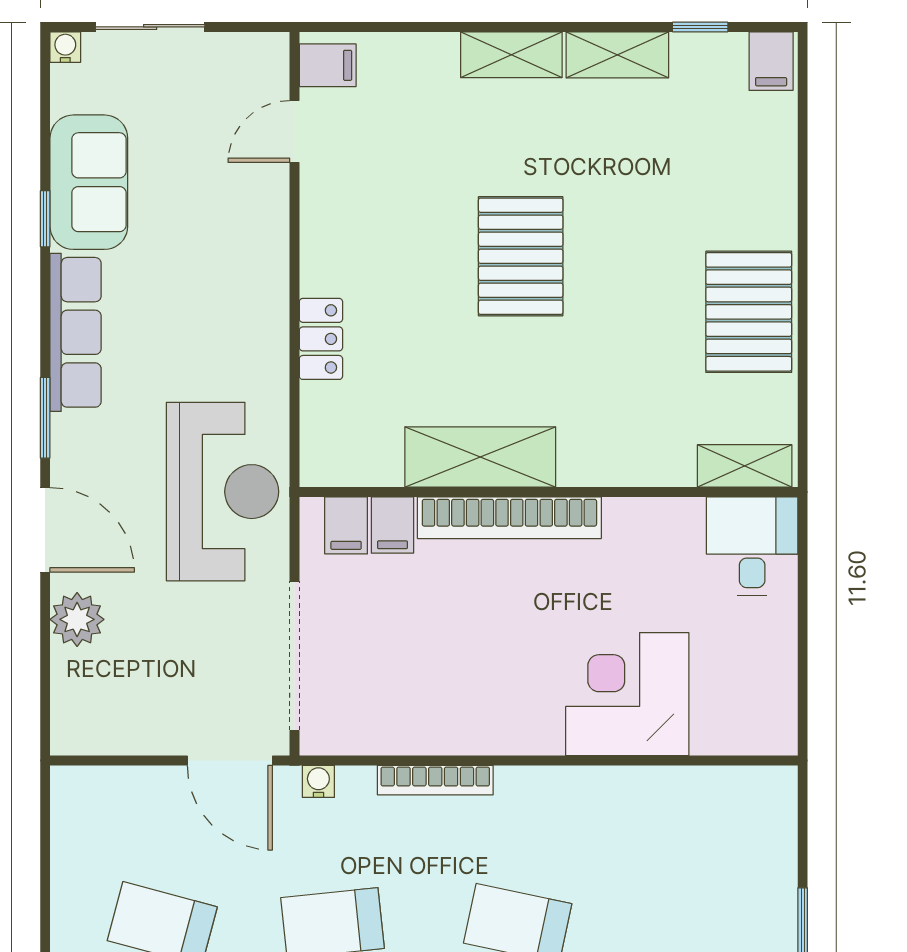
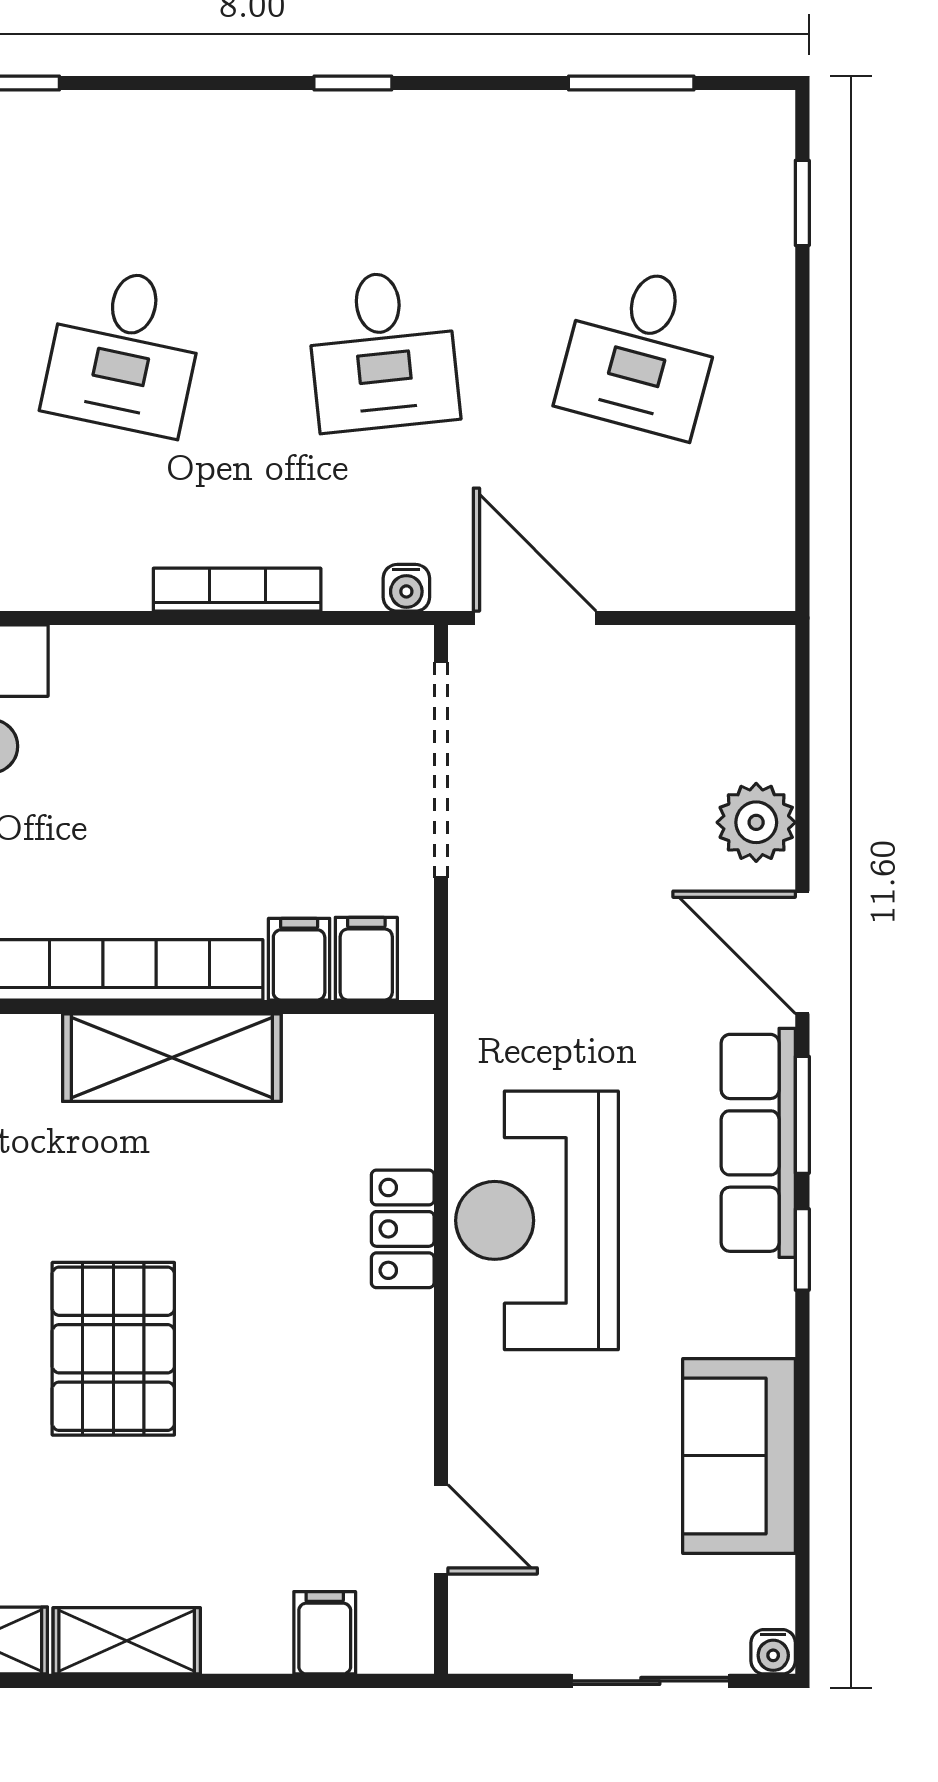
filing cabinet: (328, 65) -> (325, 1633), moved, turned 90
door: (294, 132) -> (441, 1529), hinge flipped
window: (45, 219) -> (802, 1249), moved
row of seats: (76, 332) -> (758, 1143), moved
reception desk: (222, 492) -> (537, 1220), moved

